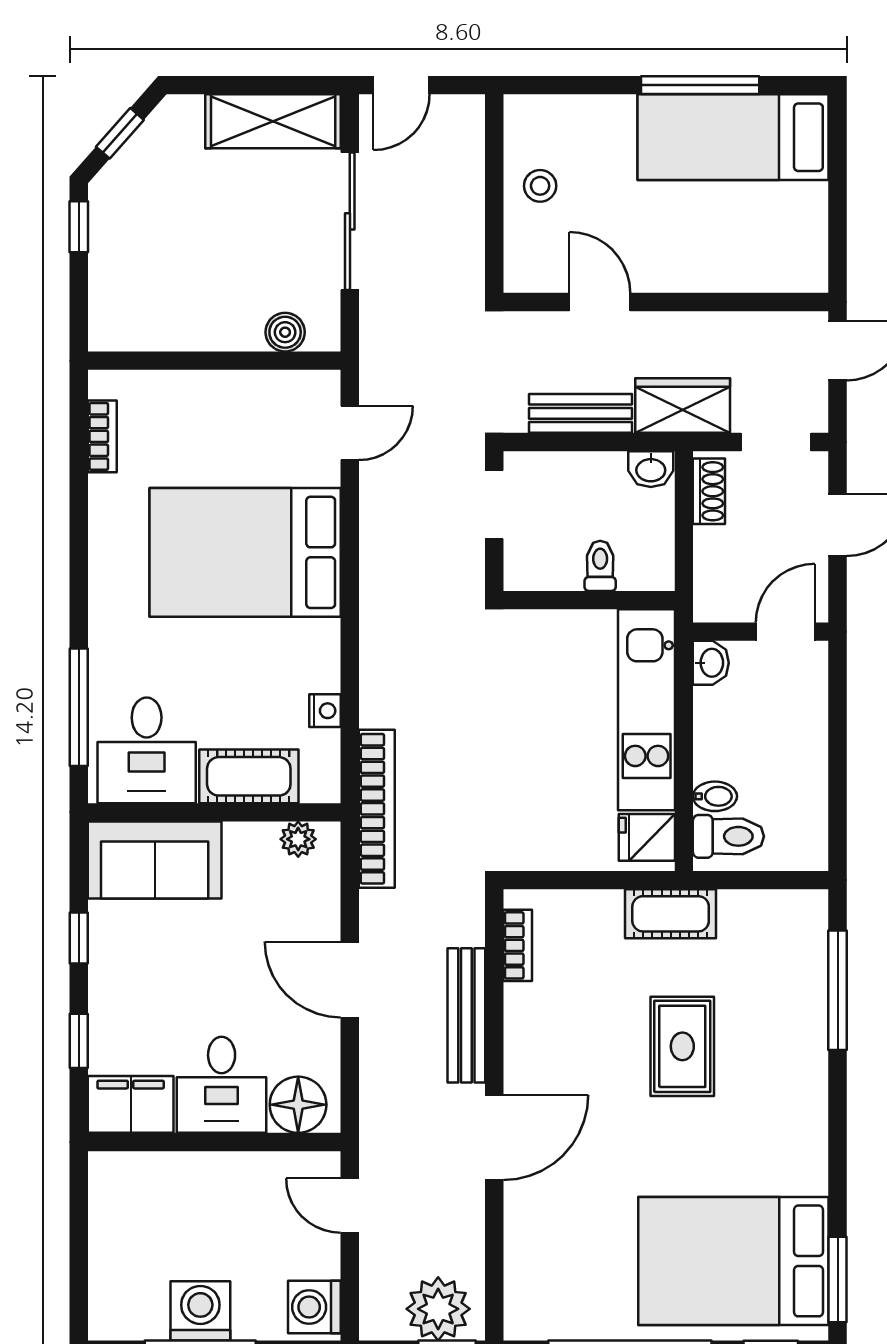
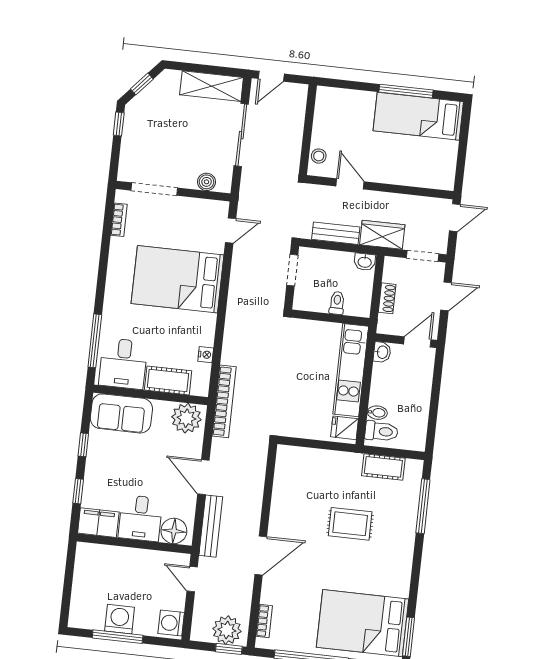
stool: (540, 186) -> (319, 156), moved
doorway: (173, 361) -> (154, 189), added
shoe rack: (709, 491) -> (387, 298), moved
plant: (298, 839) -> (186, 418), width x1.88, depth x1.88
cot: (671, 914) -> (383, 467), moved
bookcase: (518, 945) -> (264, 621), moved
bench: (466, 1015) -> (211, 526), moved
rug: (682, 1046) -> (350, 524), turned 90

